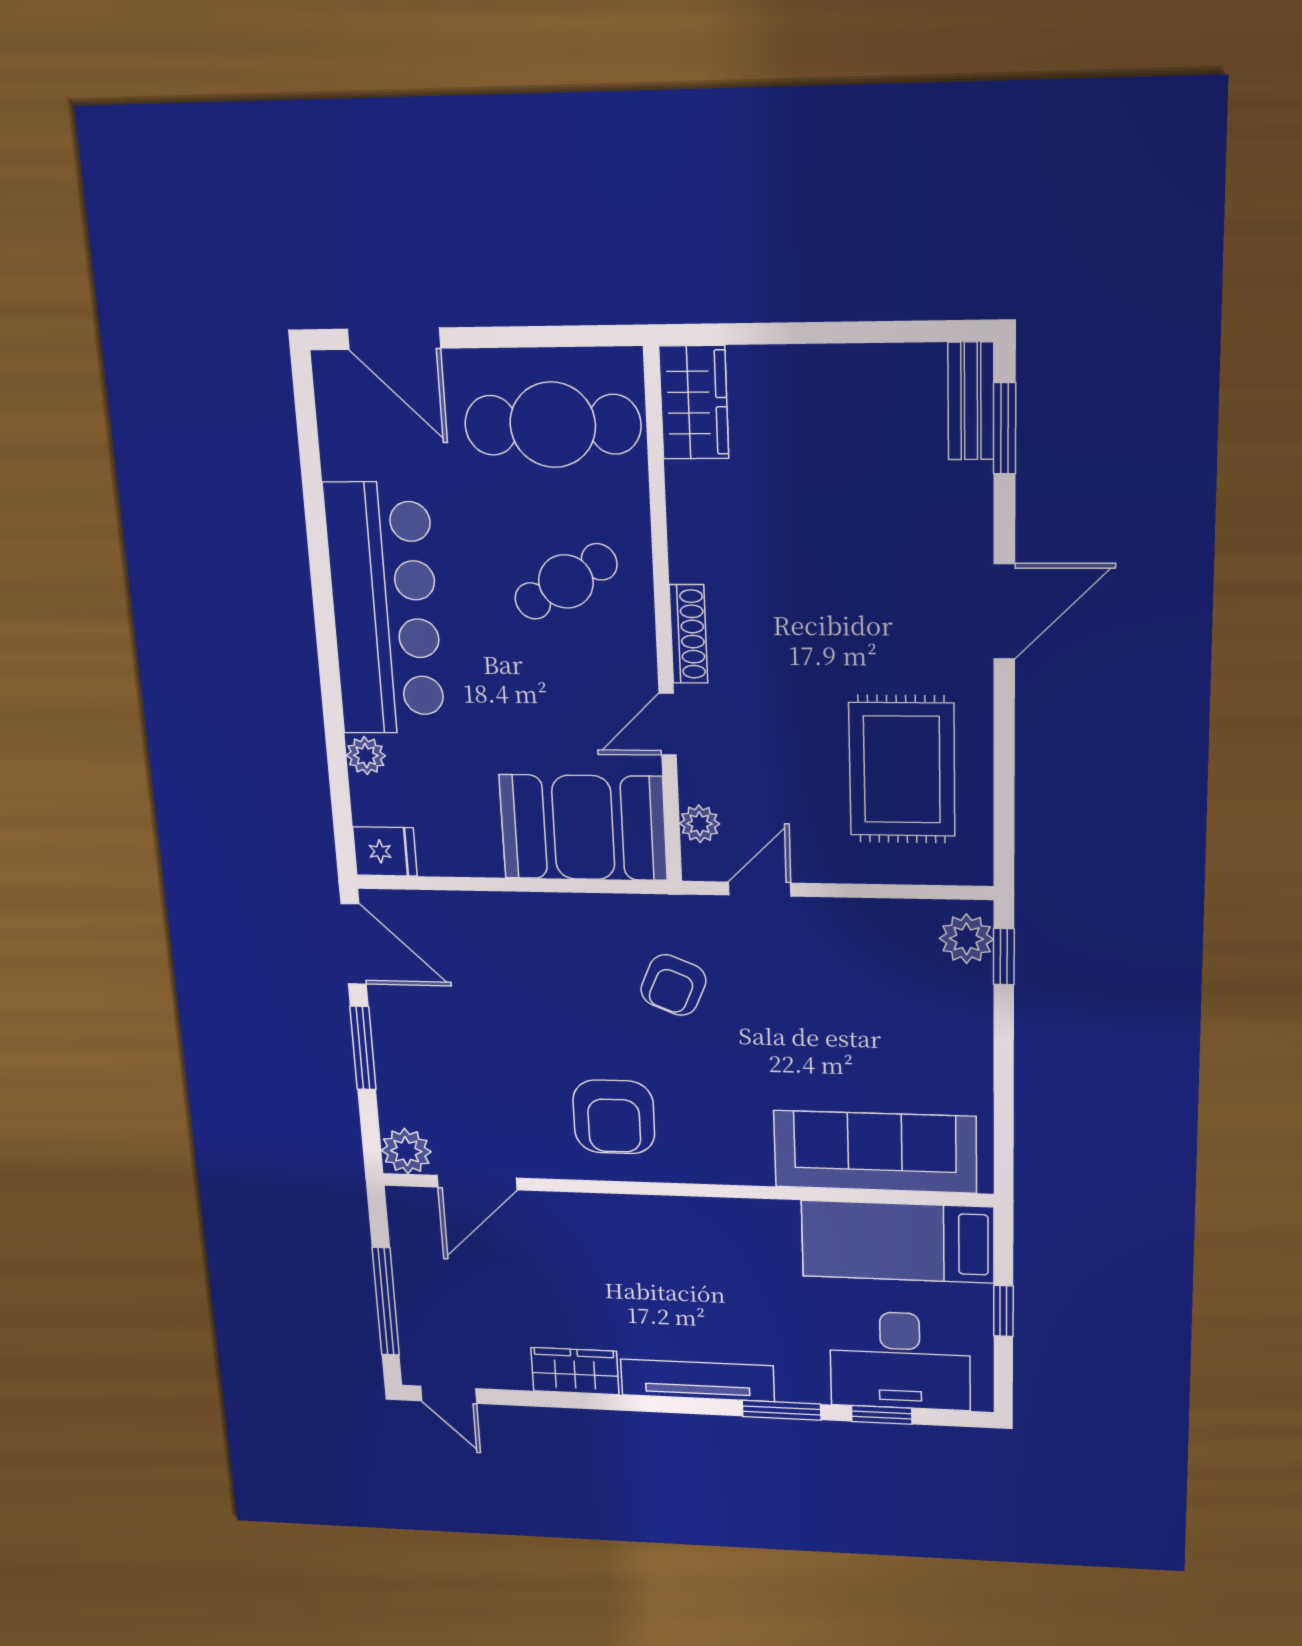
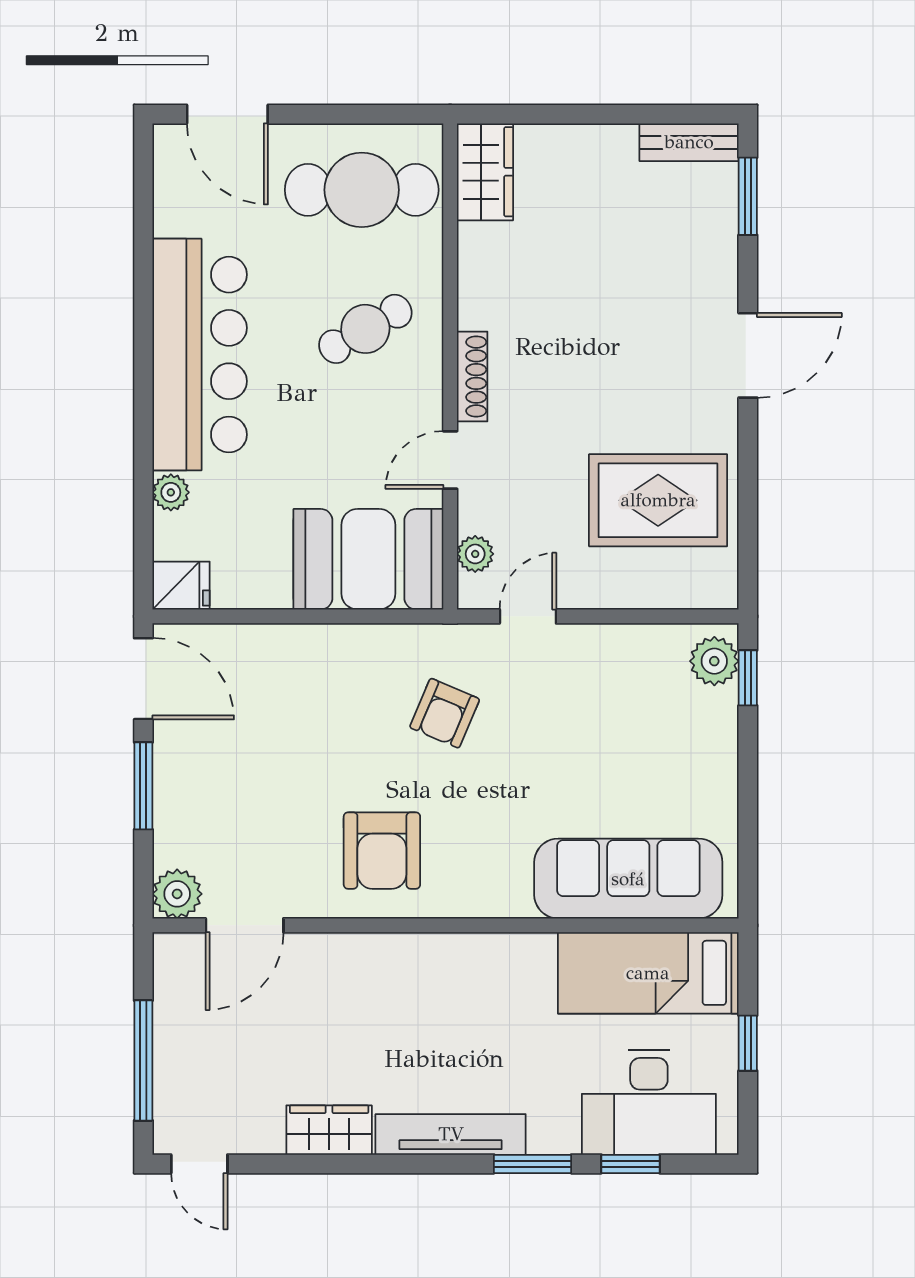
bench: (971, 401) -> (689, 142), moved, turned 90
rug: (902, 770) -> (658, 500), turned 90

